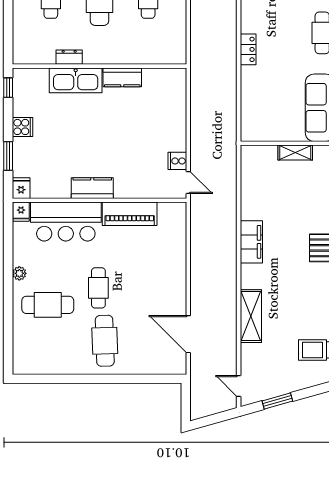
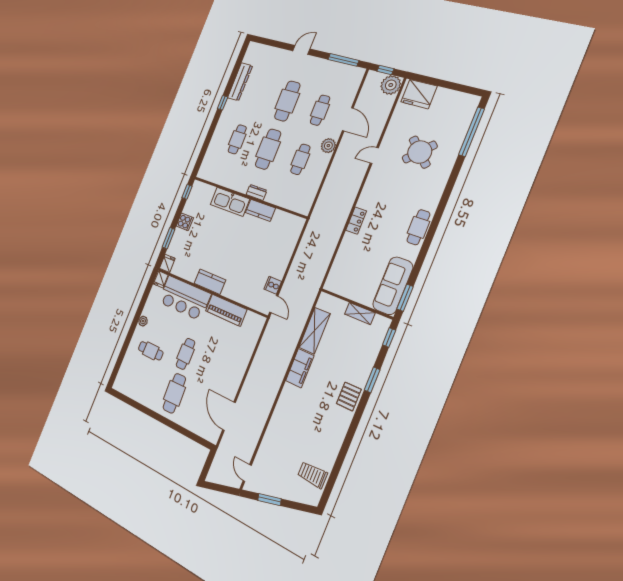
dresser: (69, 57) -> (256, 192), moved
cafe table: (48, 305) -> (151, 351), width x0.73, depth x0.74
shelving: (251, 316) -> (314, 331), moved

